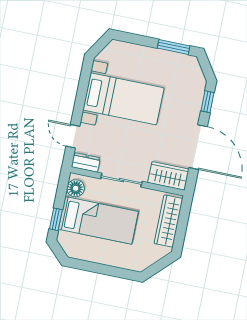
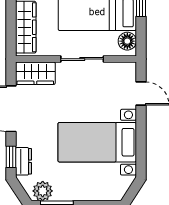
plant: (184, 63) -> (43, 191), added
dresser: (86, 162) -> (24, 161), moved, turned -90

